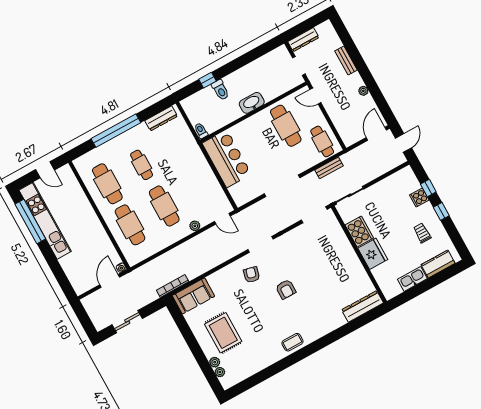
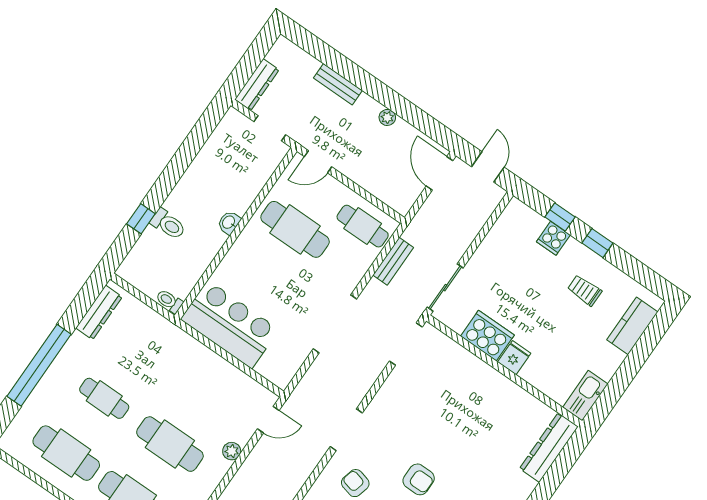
washbasin: (252, 103) -> (229, 222), width x0.52, depth x0.69
fridge: (373, 254) -> (514, 358), width x0.53, depth x0.75
kitchen sink: (412, 279) -> (585, 396), moved

